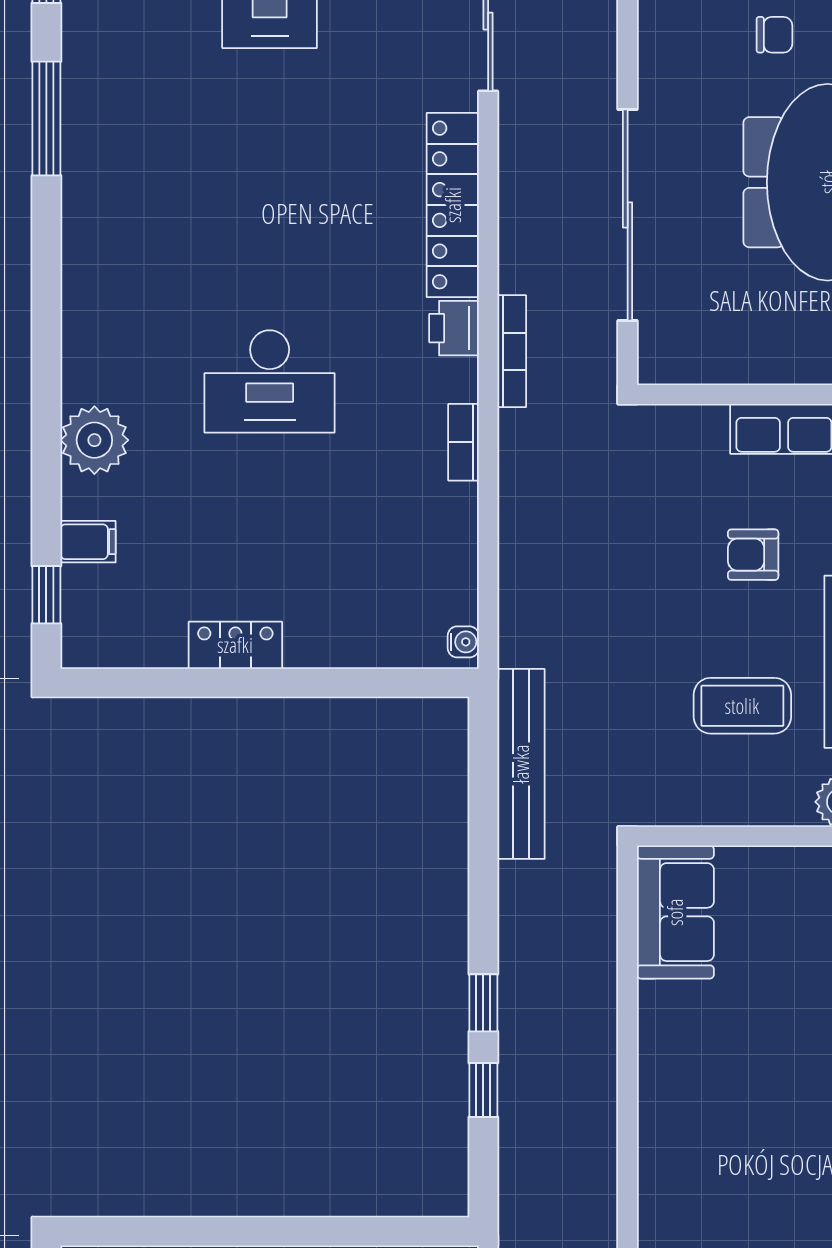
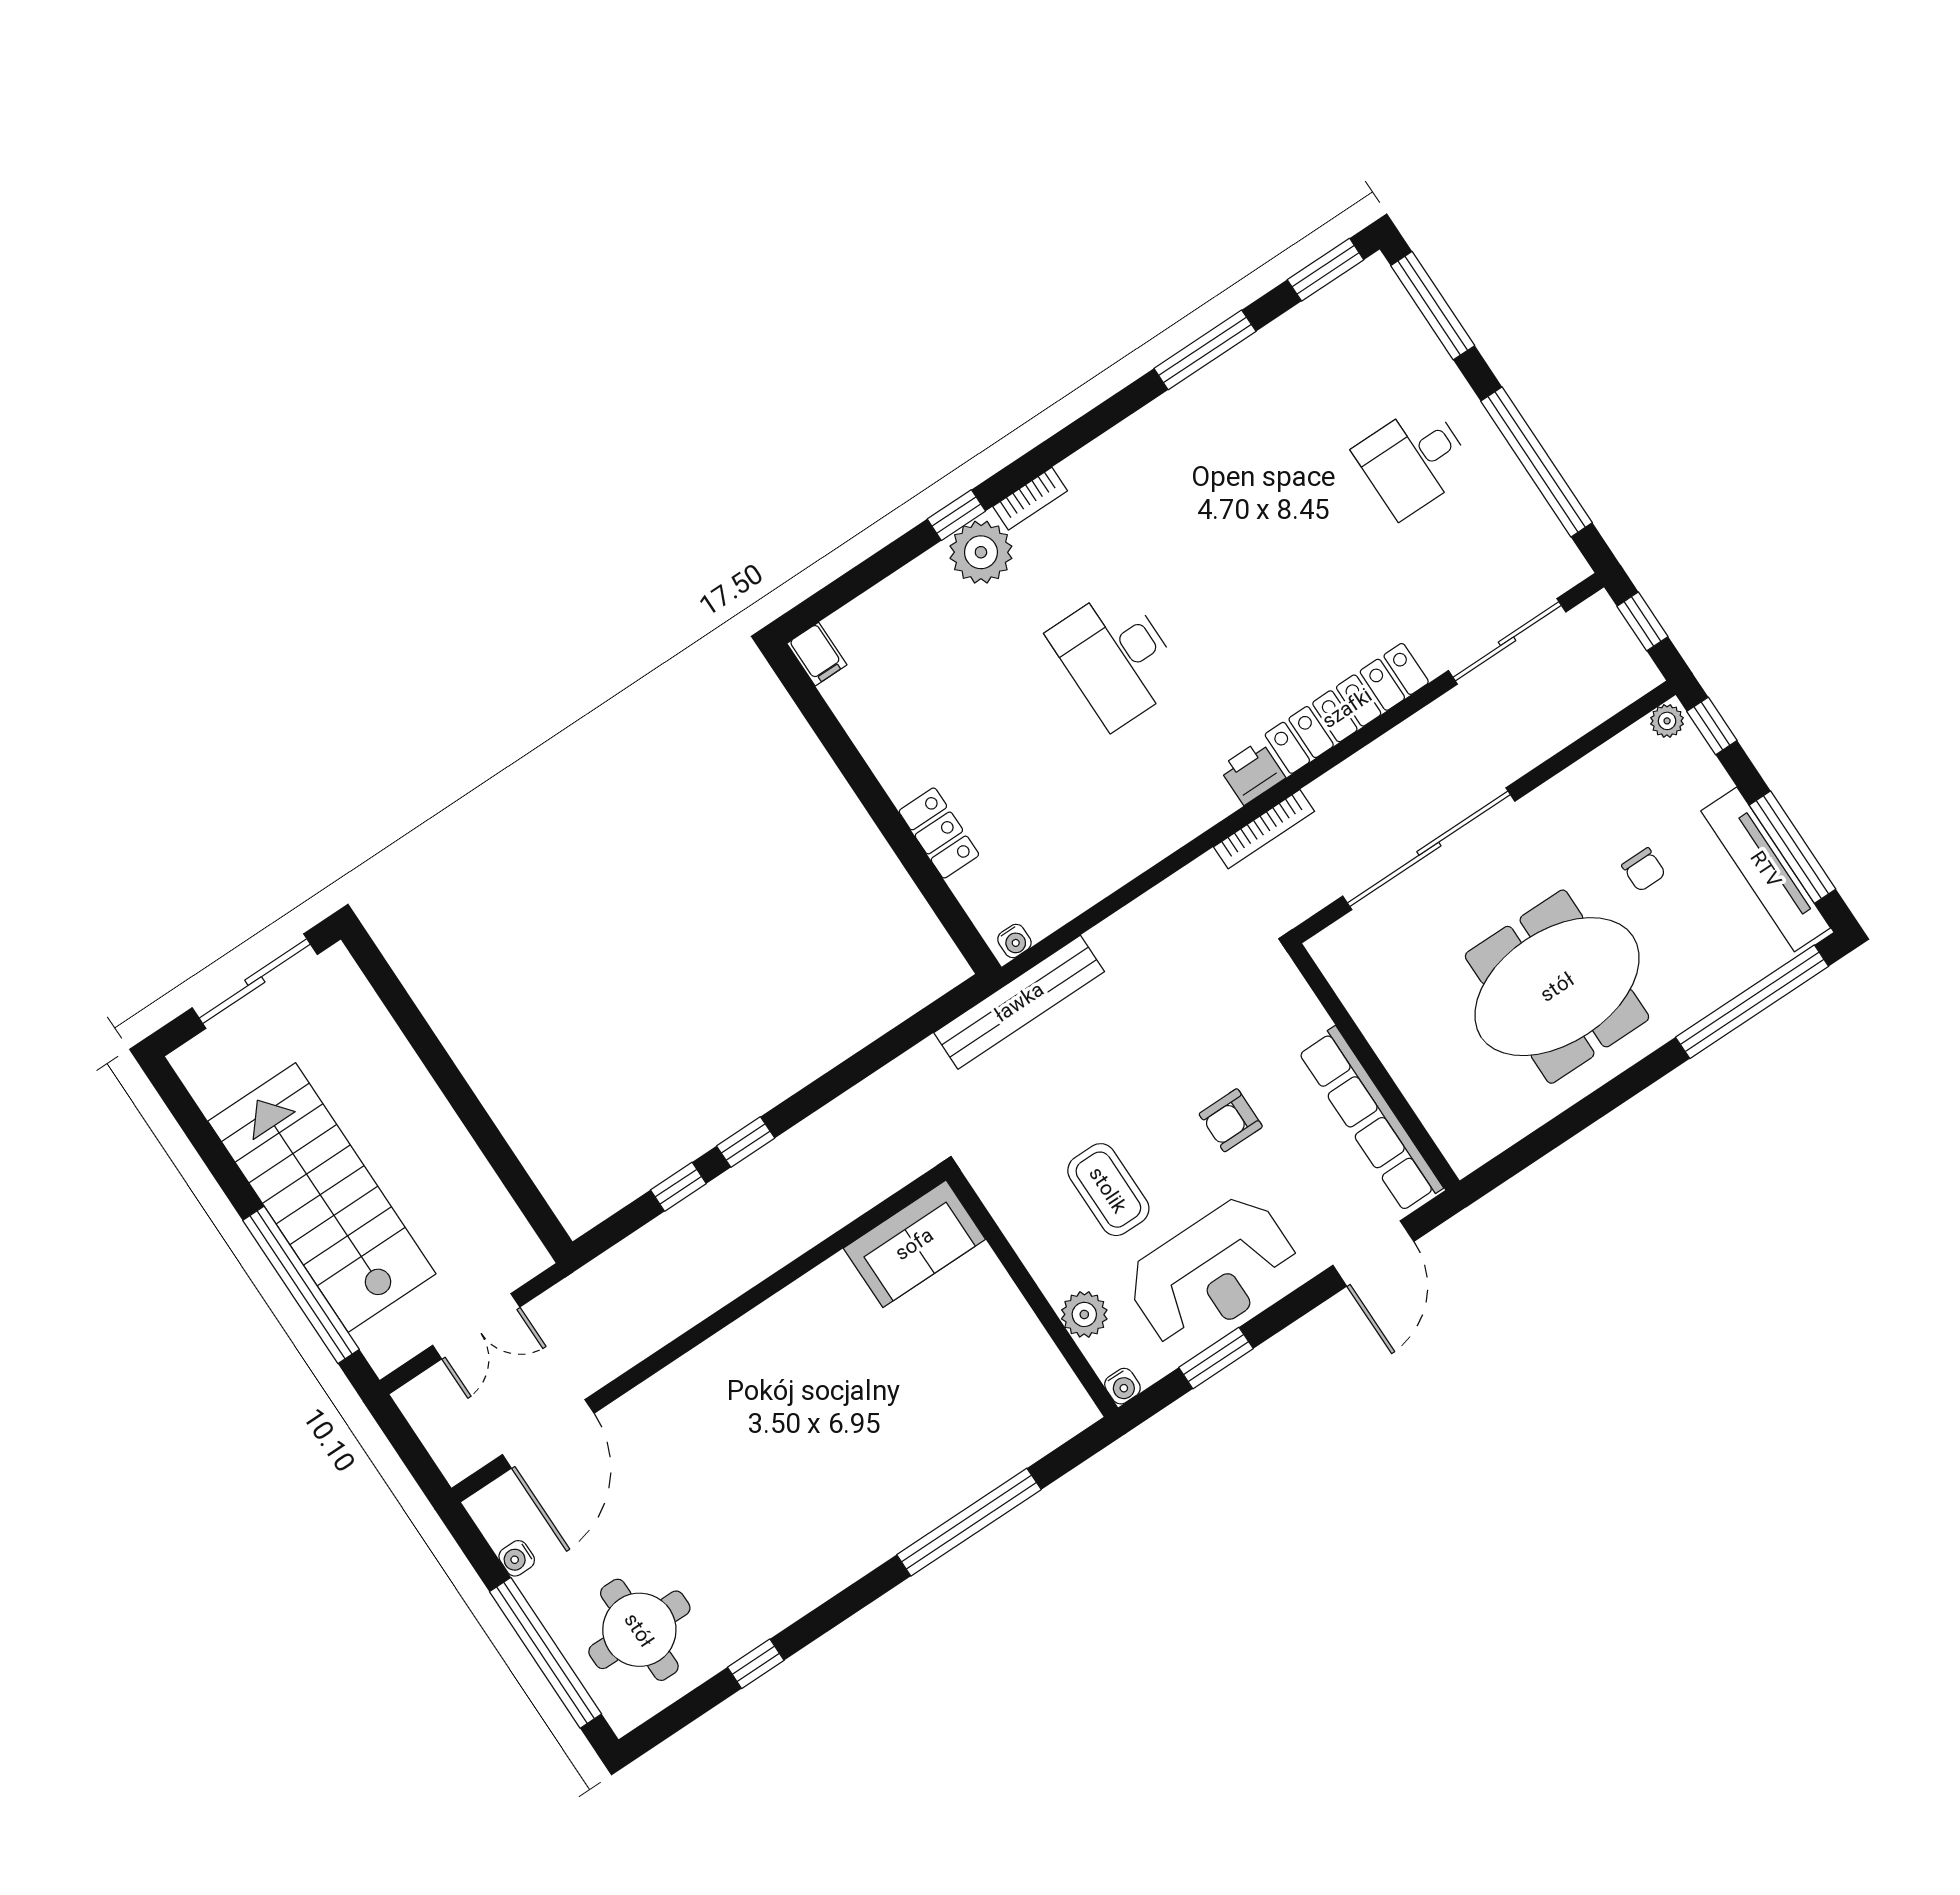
bookcase: (463, 442) -> (1030, 499), moved, turned 180
filing cabinet: (88, 542) -> (817, 654), moved
armchair: (753, 555) -> (1231, 1120), turned -90
window: (46, 595) -> (956, 515), moved
locker: (235, 645) -> (939, 833), moved
bench: (521, 764) -> (1019, 1002), moved

